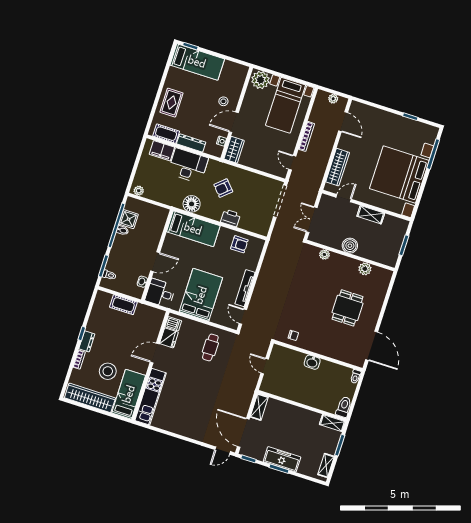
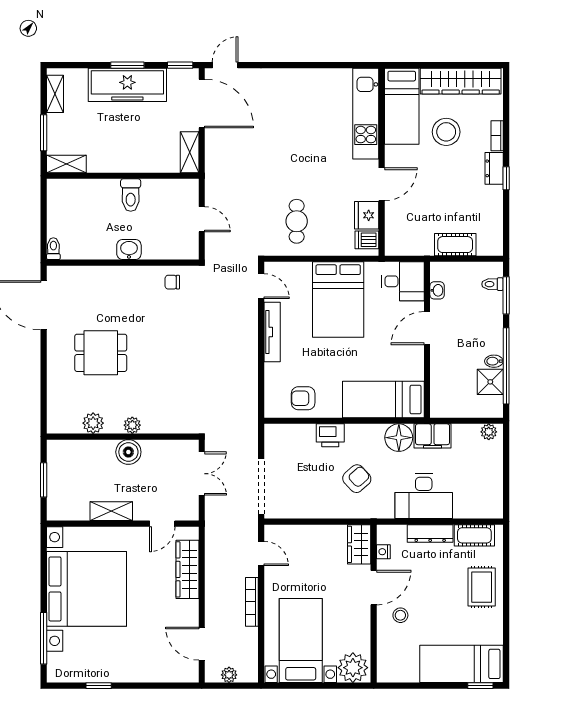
filing cabinet: (162, 151) -> (433, 436), moved, turned 180
plant: (324, 254) -> (132, 425), moved
dining table: (348, 308) -> (101, 353), turned 90
toilet: (344, 407) -> (131, 195), moved
freezer: (282, 459) -> (127, 85), width x1.36, depth x1.26

